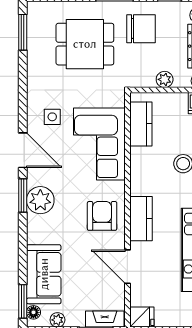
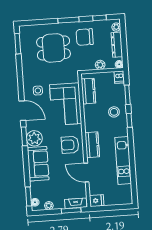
chair: (141, 29) -> (85, 37), turned 180
armchair: (102, 216) -> (70, 145), turned -90
sofa: (44, 274) -> (38, 164), moved

